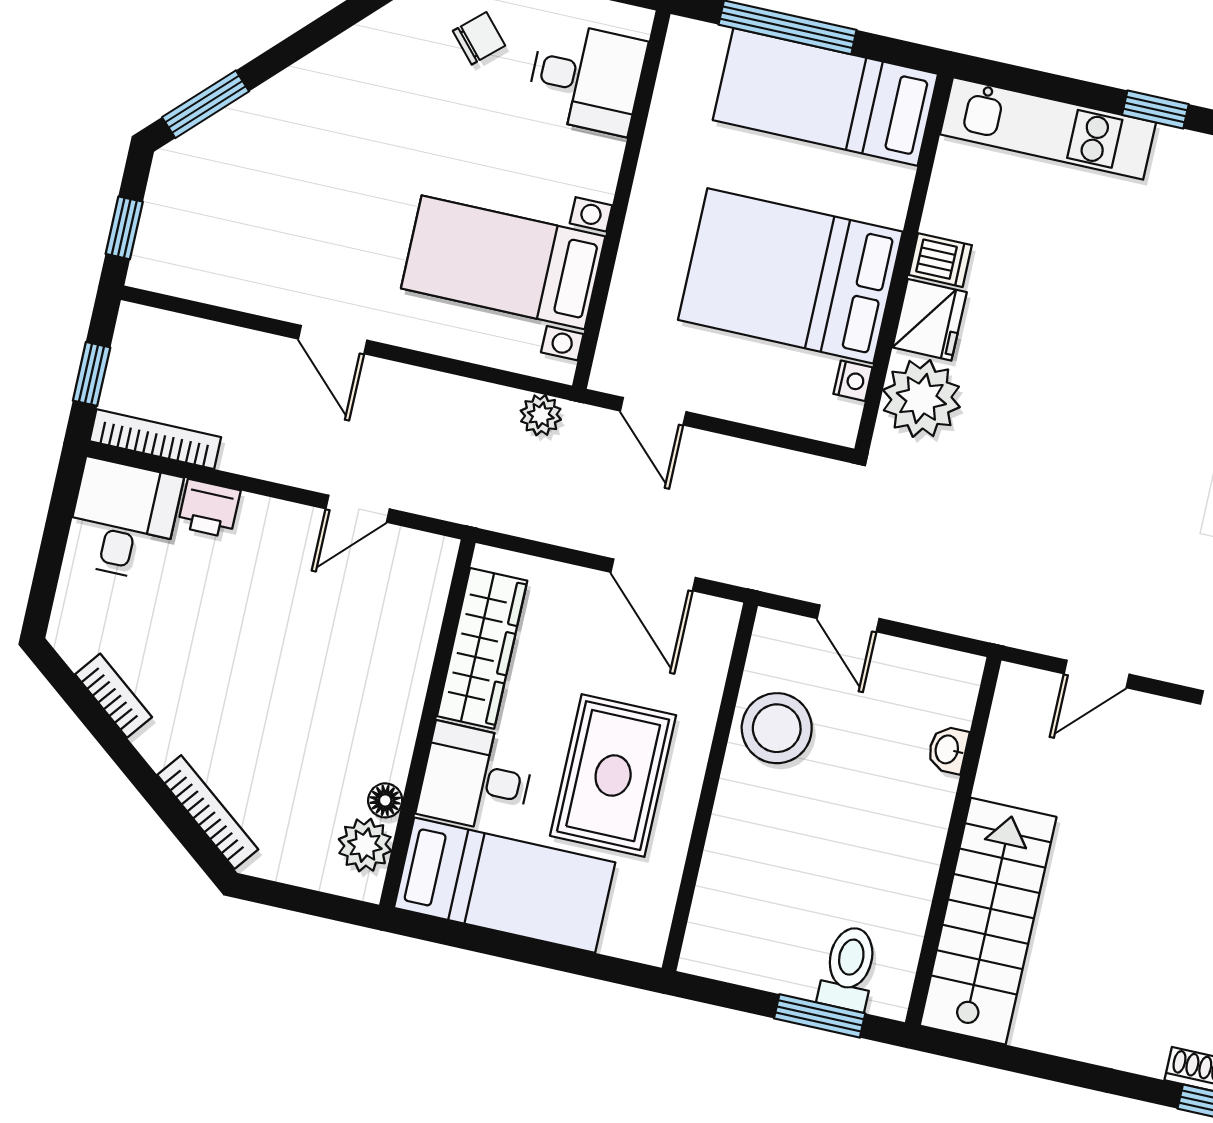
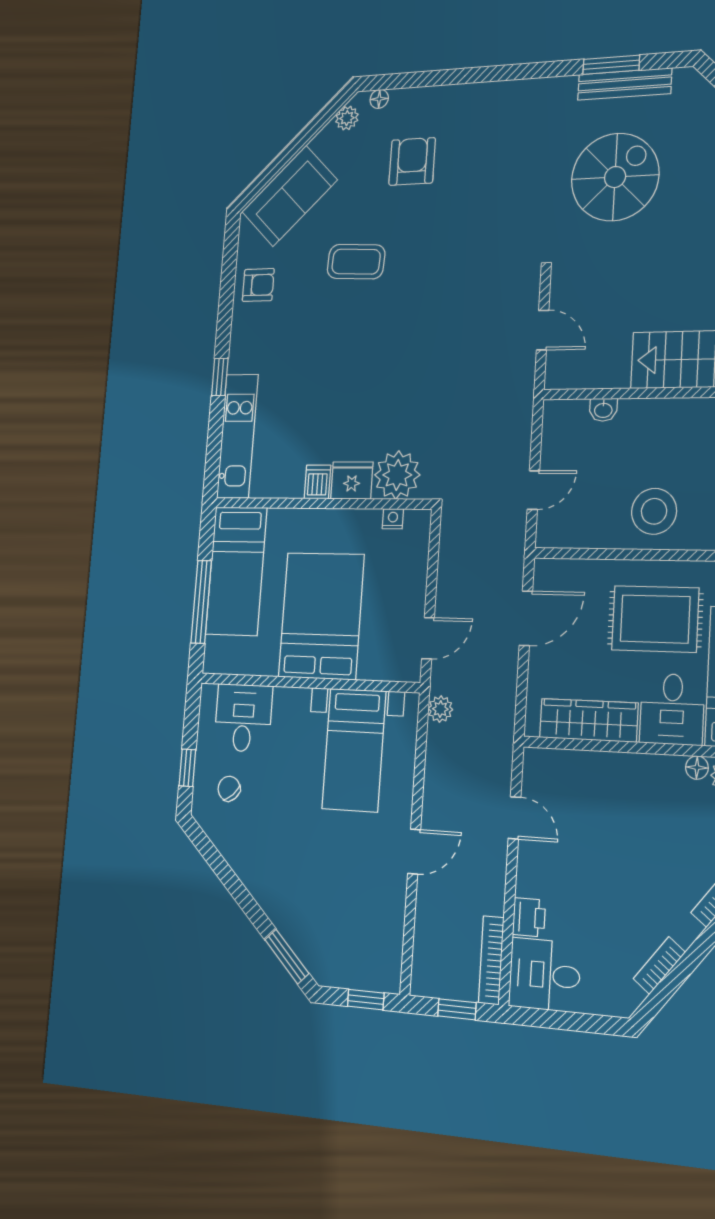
bed: (790, 276) -> (321, 616), moved, turned 180
stool: (777, 728) -> (654, 511), moved

